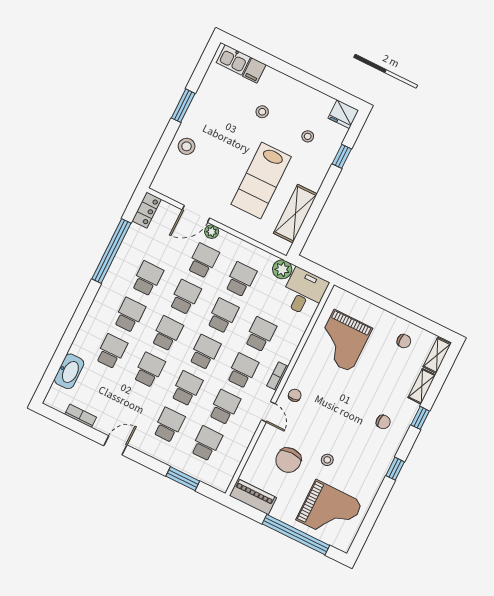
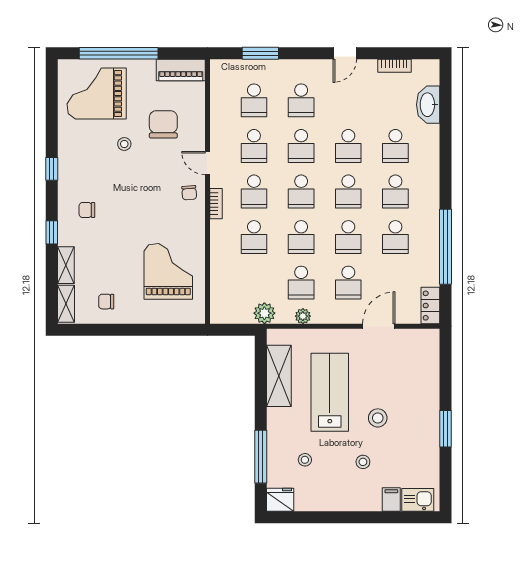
stool: (187, 146) -> (378, 418), moved
window: (342, 156) -> (261, 457), width x2.17
plant: (212, 232) -> (303, 316), moved
desk: (304, 292) -> (231, 301), removed

